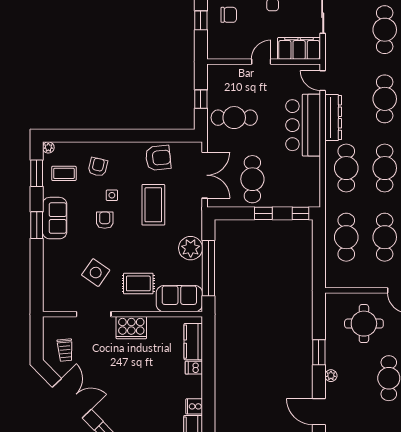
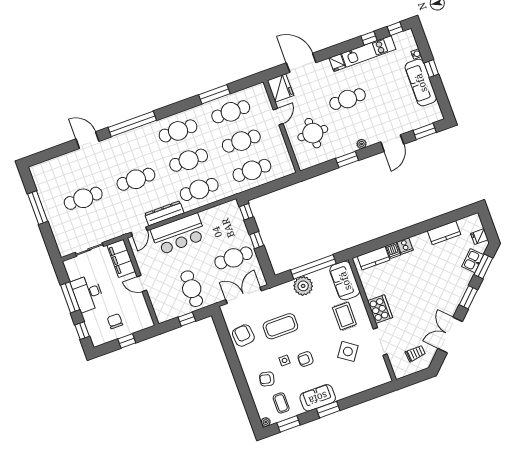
cooker: (194, 406) -> (405, 246), moved

